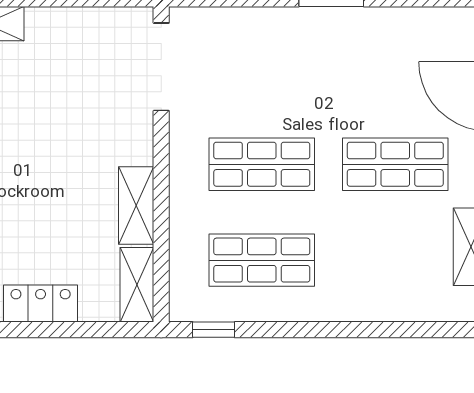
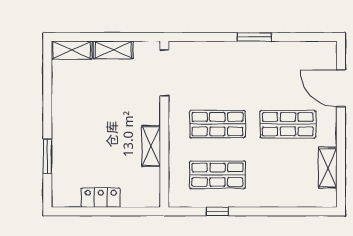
shelving: (137, 285) -> (113, 50), moved, turned 90
window: (214, 330) -> (217, 211), moved

